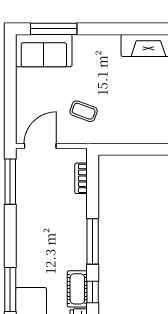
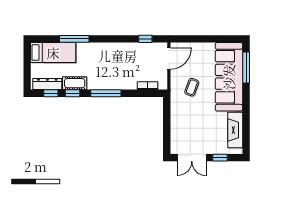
sofa: (44, 51) -> (229, 77), width x1.85, depth x1.27
door: (40, 146) -> (169, 59), hinge flipped
window: (10, 182) -> (145, 39), width x0.46

